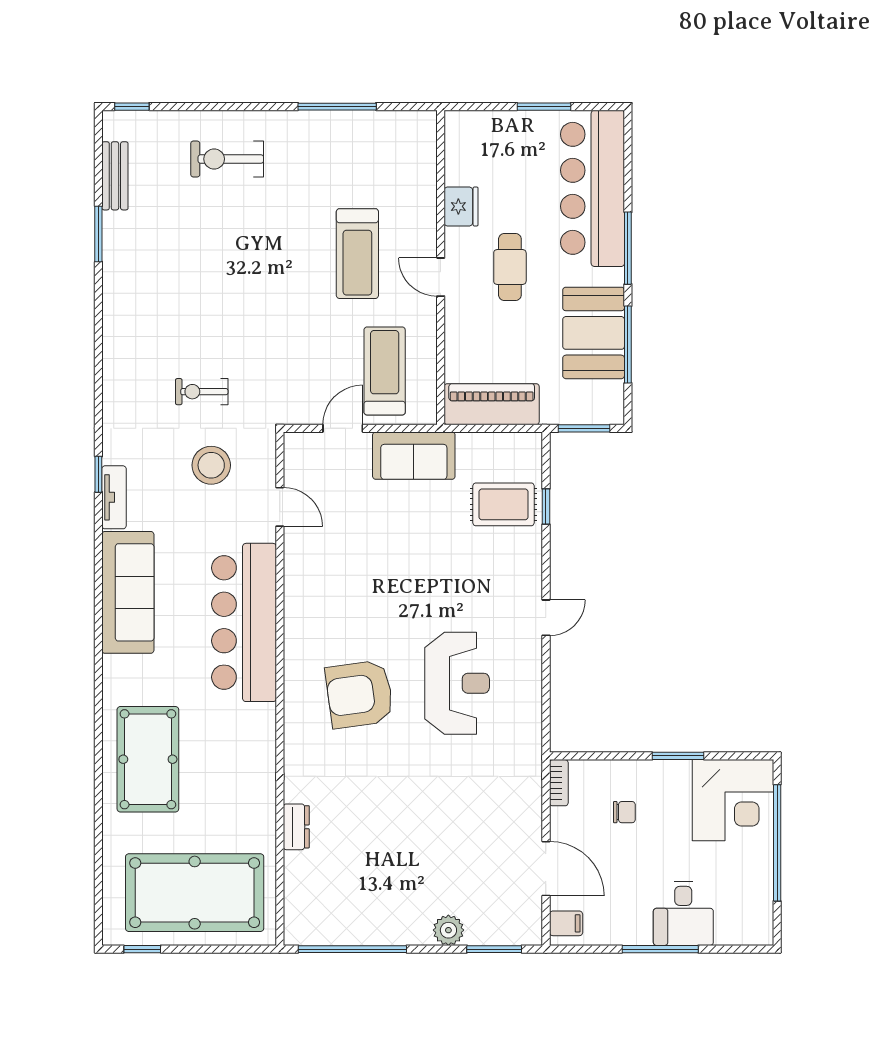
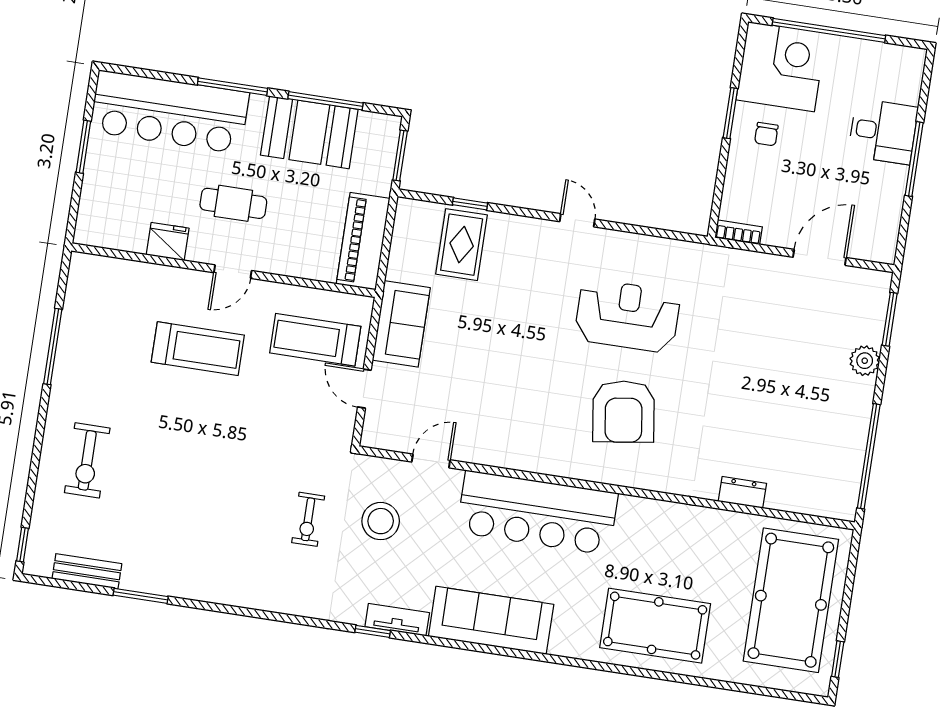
chair: (624, 812) -> (766, 134), moved, turned 180
filing cabinet: (566, 923) -> (875, 246), removed

